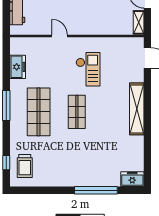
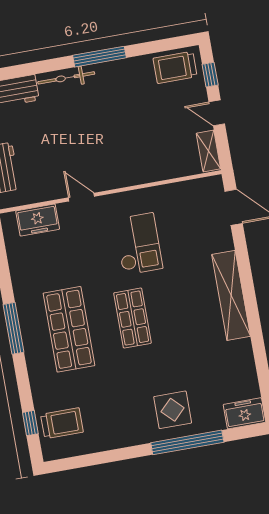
freezer: (18, 67) -> (38, 220), moved, turned 90
trolley: (25, 166) -> (62, 423), turned -90
display table: (91, 170) -> (173, 410), added

